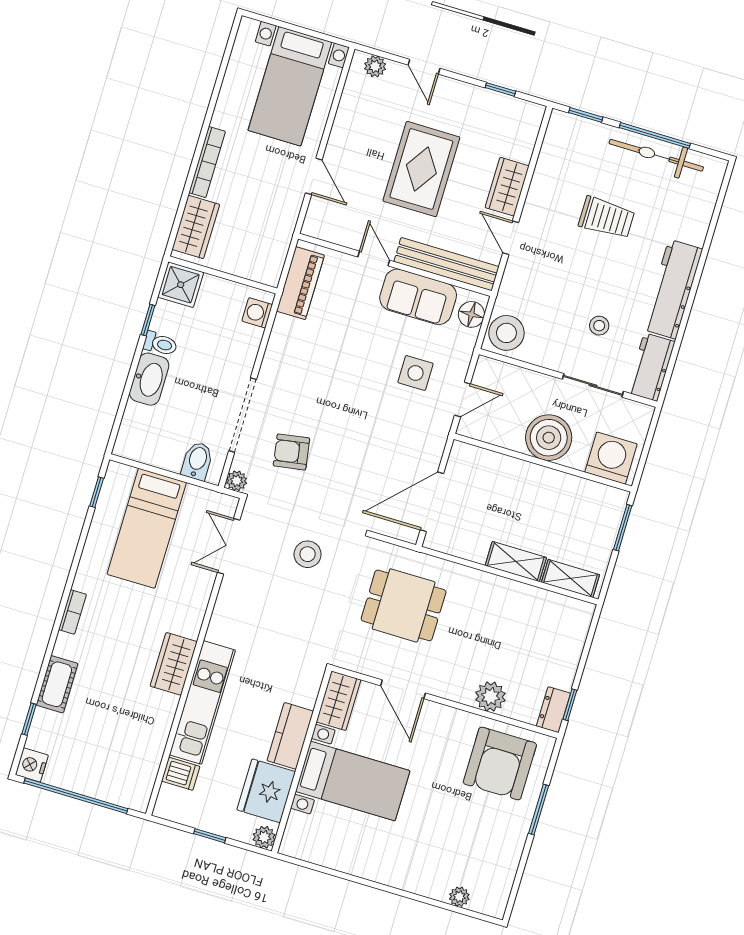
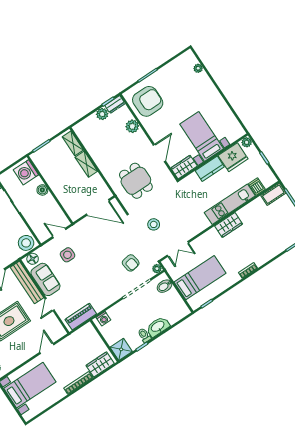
boiler: (549, 438) -> (42, 190), width x0.54, depth x0.54
plant: (562, 674) -> (102, 114), added
cot: (57, 684) -> (273, 194), moved

